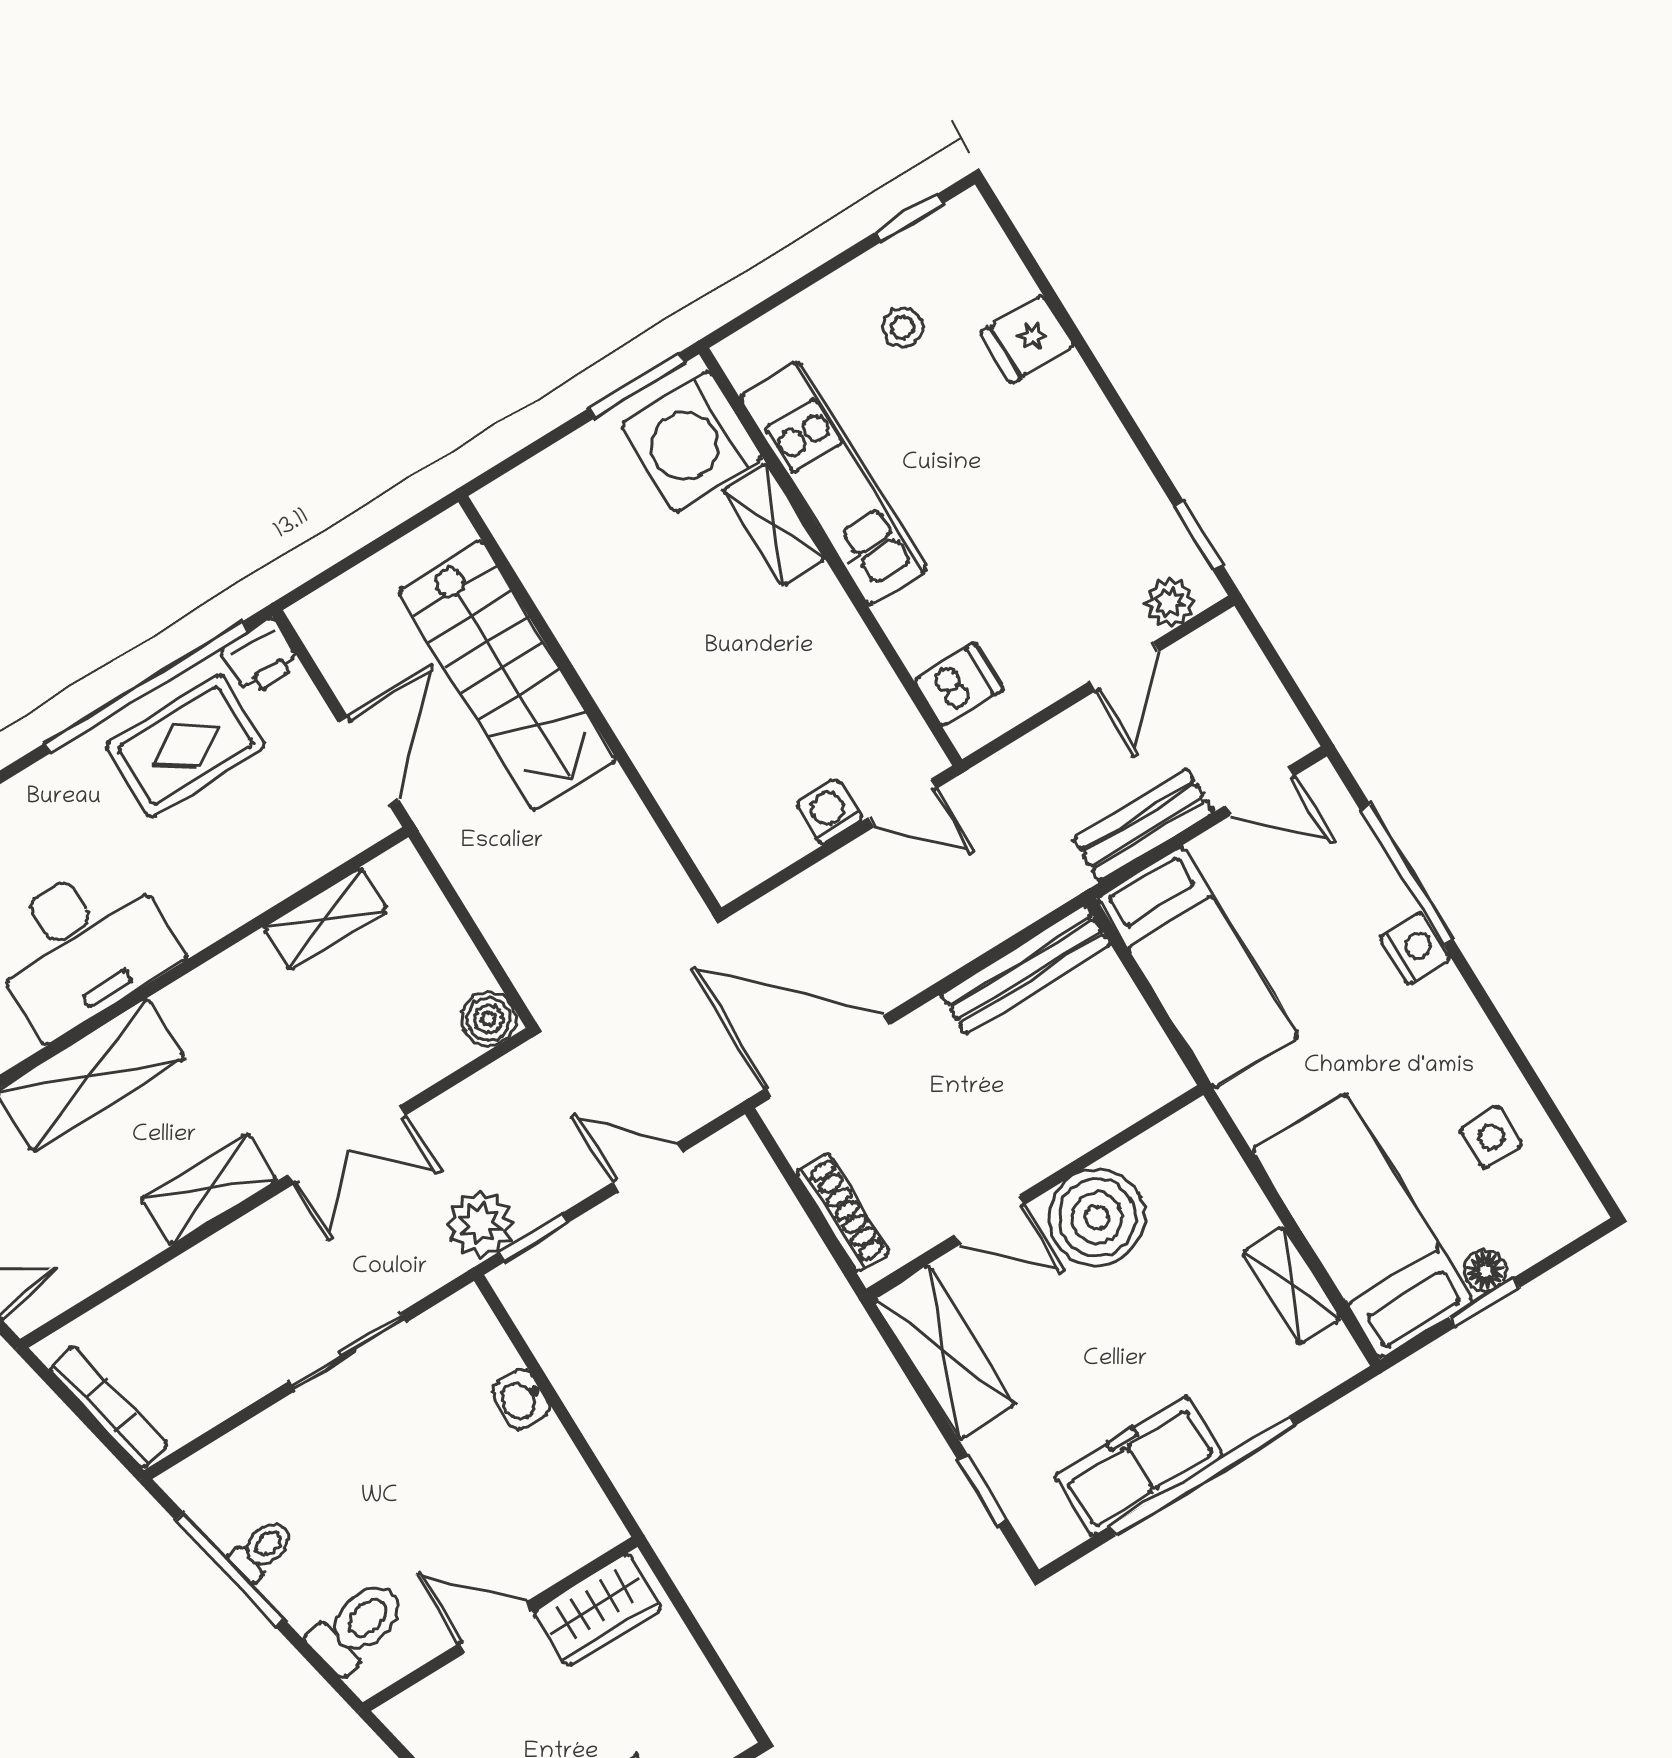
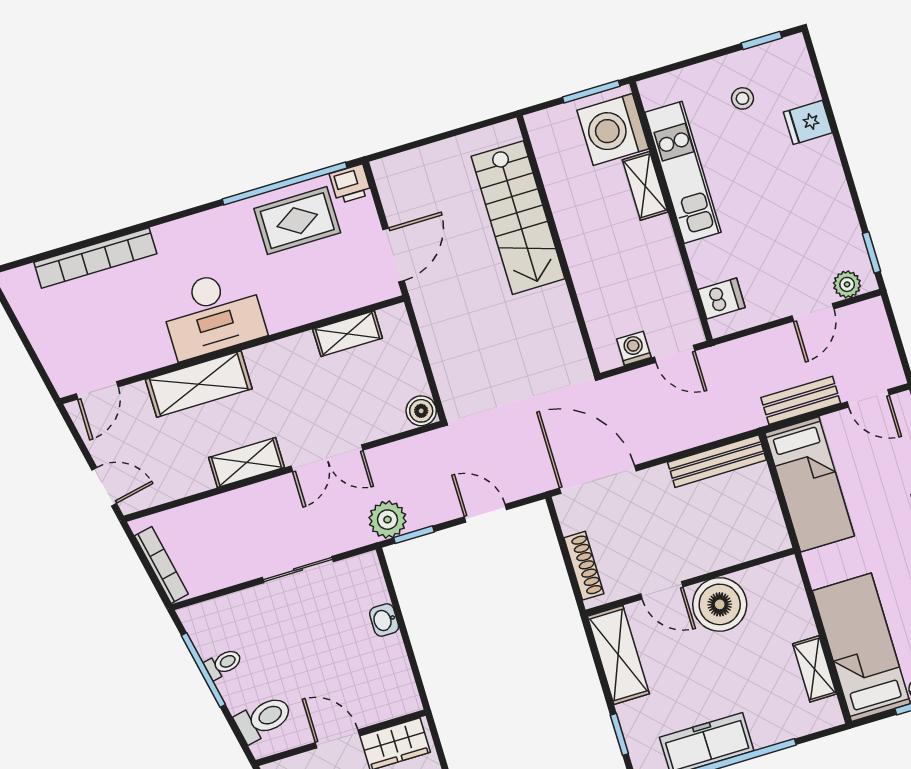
stairs: (507, 675) -> (518, 218), moved
wall: (590, 705) -> (558, 245), moved

